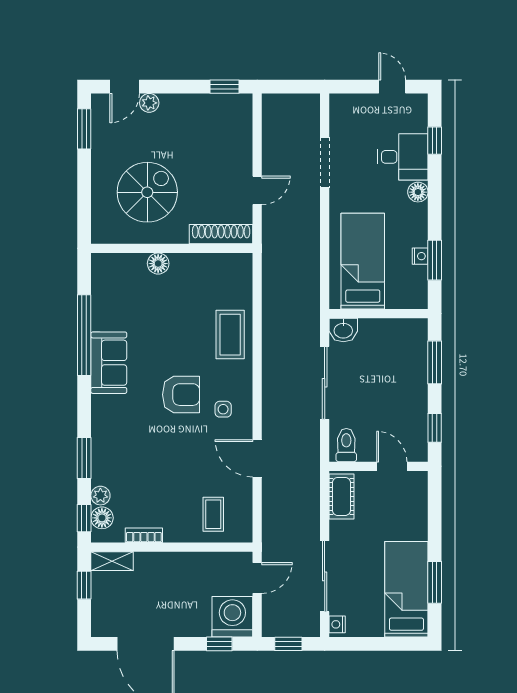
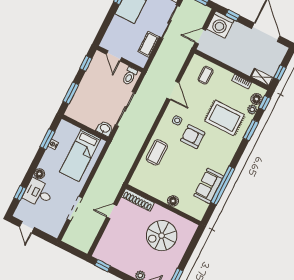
sofa: (109, 363) -> (209, 186), moved
rug: (142, 456) -> (224, 118), added
cot: (341, 496) -> (149, 44), moved

